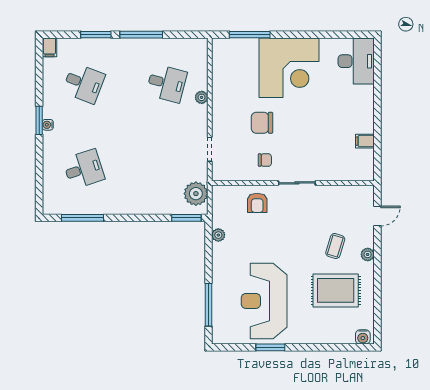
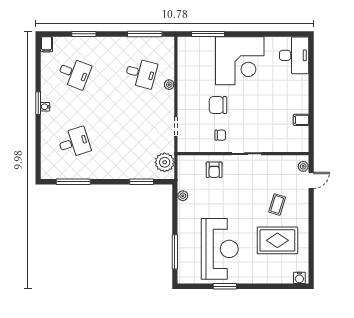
window: (141, 35) -> (145, 34), moved
window: (186, 218) -> (142, 182), moved
plant: (368, 254) -> (303, 166), moved
reception desk: (264, 301) -> (220, 249), turned 180

